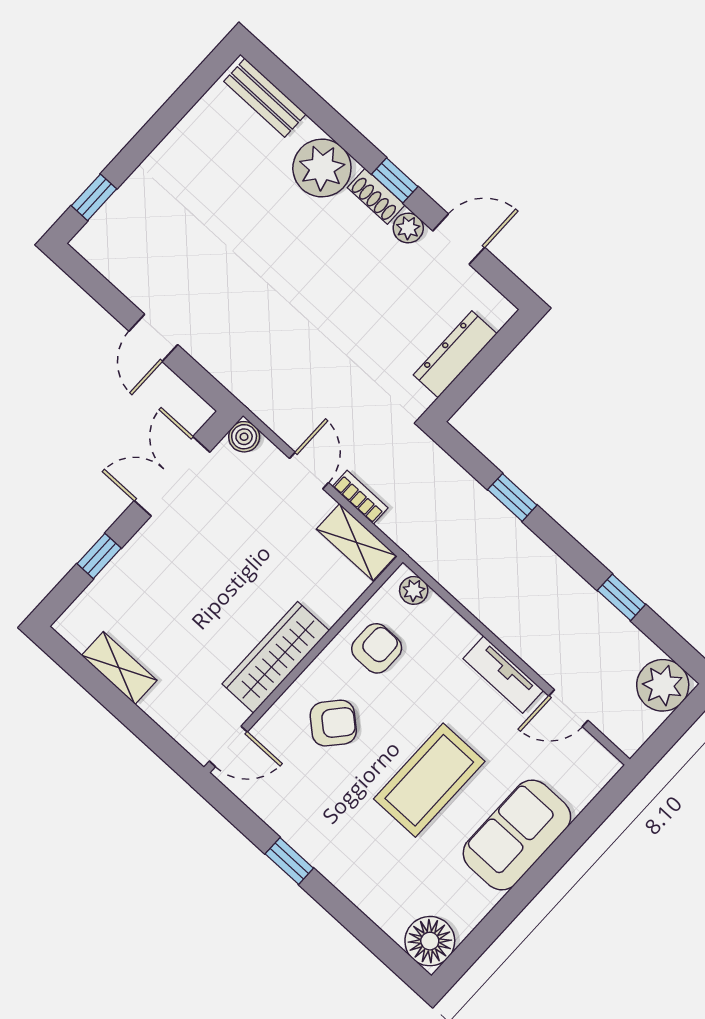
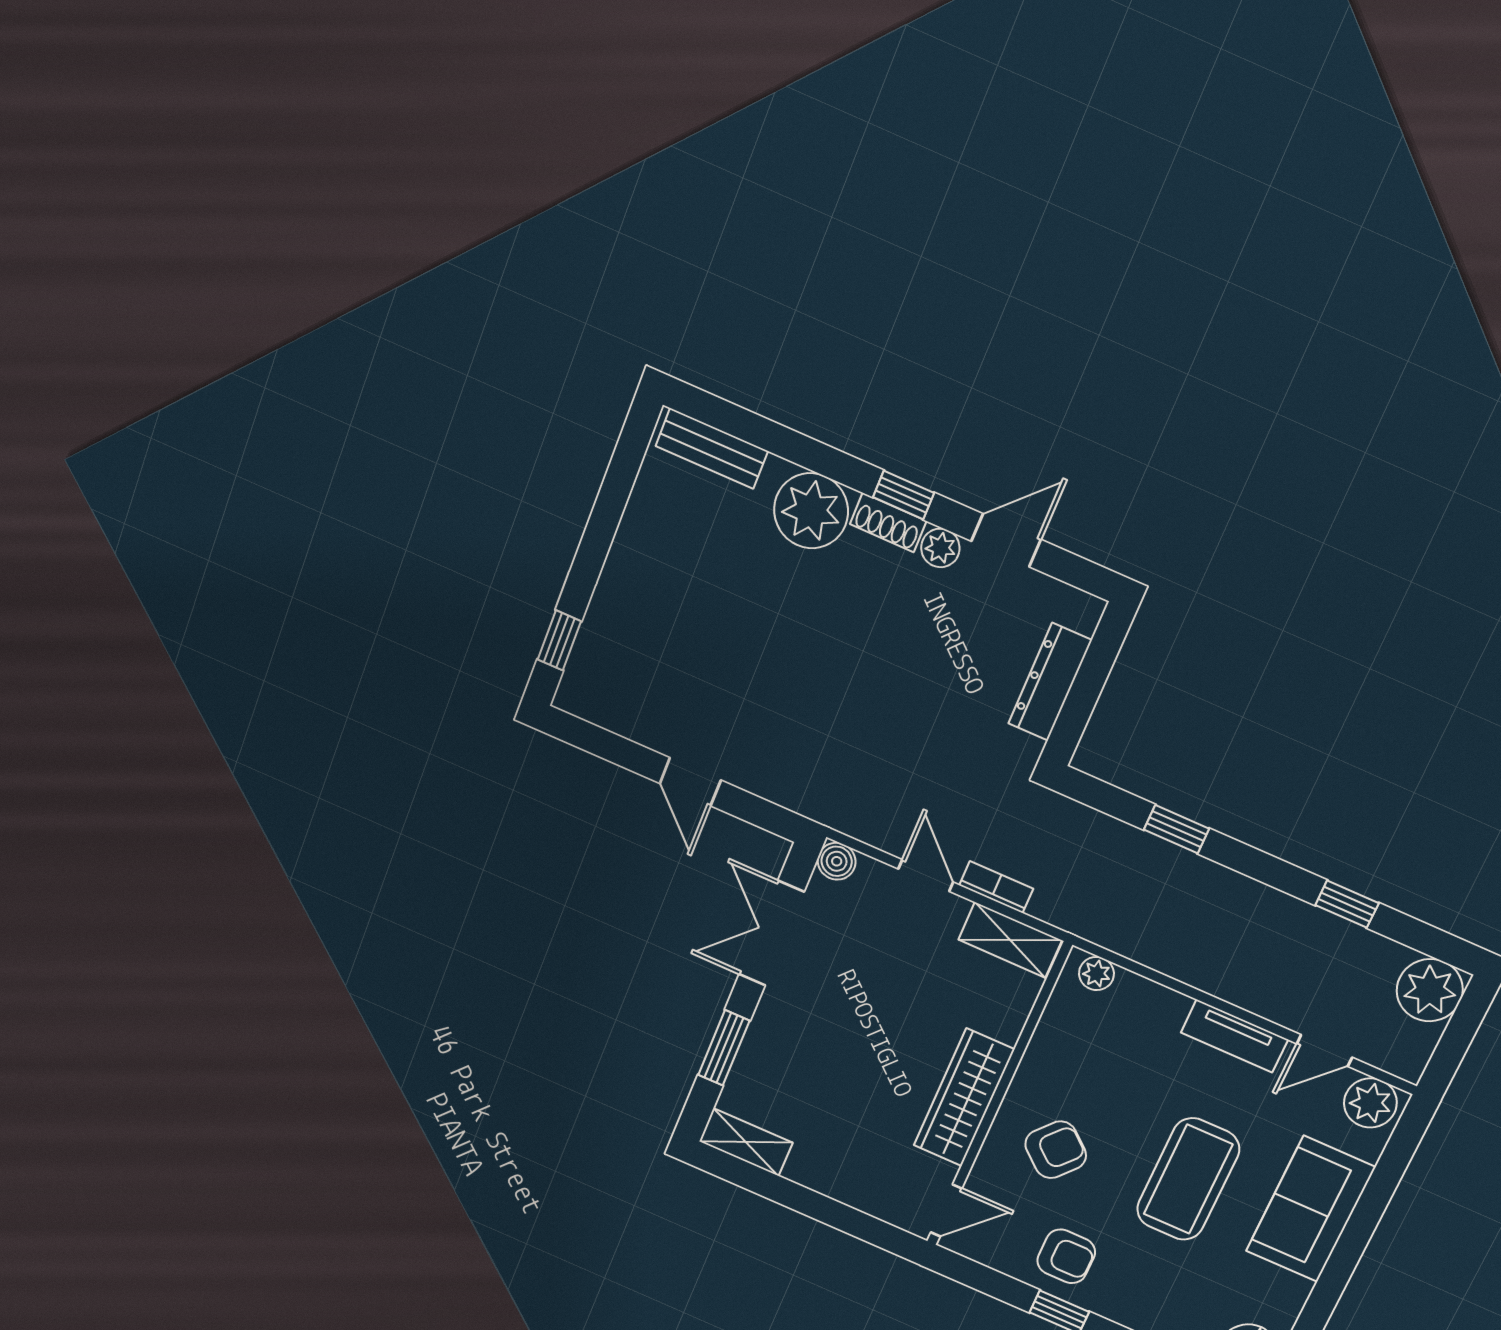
window: (99, 556) -> (724, 1048), width x1.50
armchair: (377, 648) -> (1066, 1256), moved, turned 90
shelving: (119, 668) -> (746, 1142), moved
plant: (590, 762) -> (1370, 1103), added

